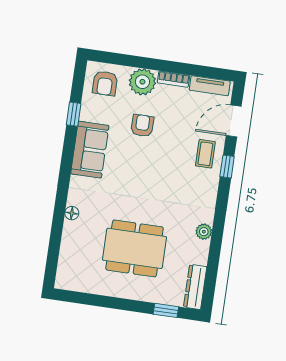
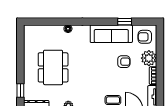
sofa: (90, 150) -> (111, 34), width x1.36

